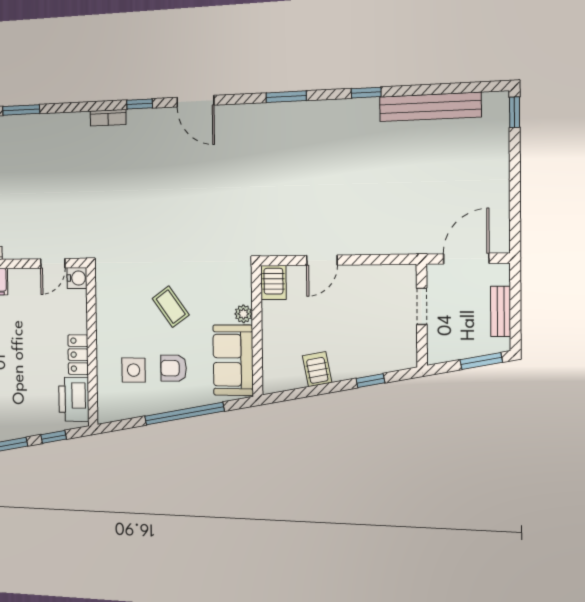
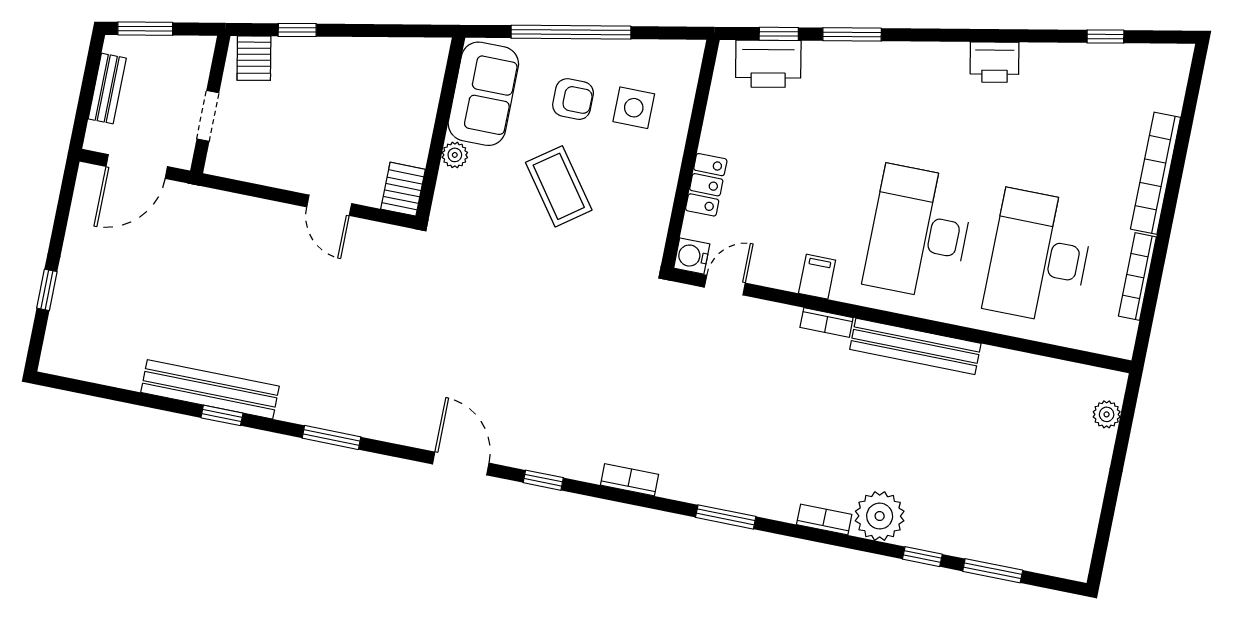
bench: (430, 107) -> (210, 389), moved
window: (515, 112) -> (47, 290), moved
bookcase: (108, 118) -> (630, 480), moved
door: (322, 260) -> (329, 205), swing flipped
coffee table: (171, 307) -> (559, 186), width x1.36, depth x1.30
locker: (78, 355) -> (706, 185), moved
server rack: (317, 369) -> (254, 58), moved
printer: (74, 399) -> (768, 64), moved, turned 79

